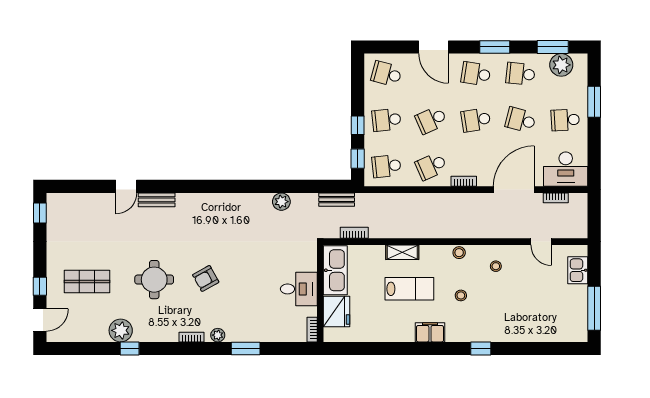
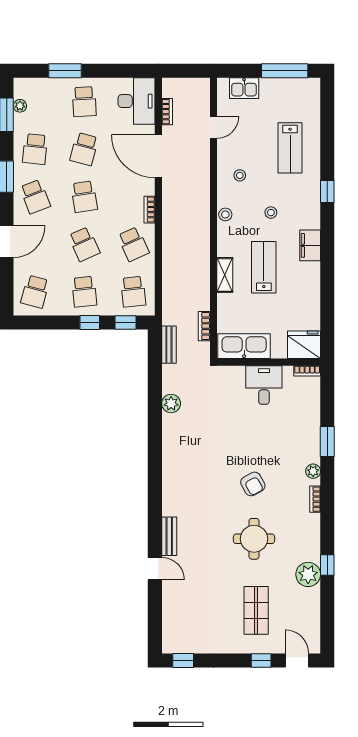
plant: (561, 65) -> (20, 106), width x0.53, depth x0.53
school desk: (476, 74) -> (35, 197), turned -30
fridge: (337, 312) -> (304, 345), moved
lab bench: (522, 313) -> (290, 148), added

